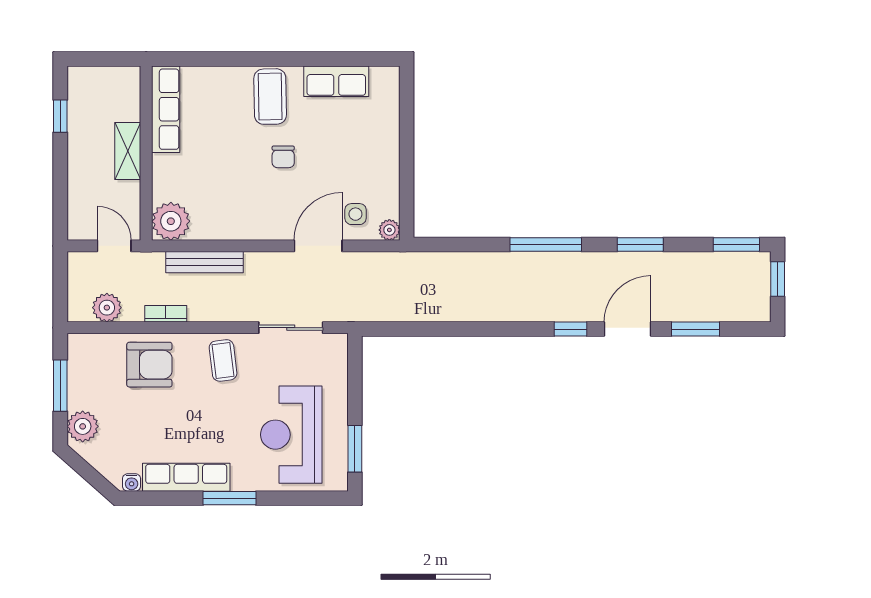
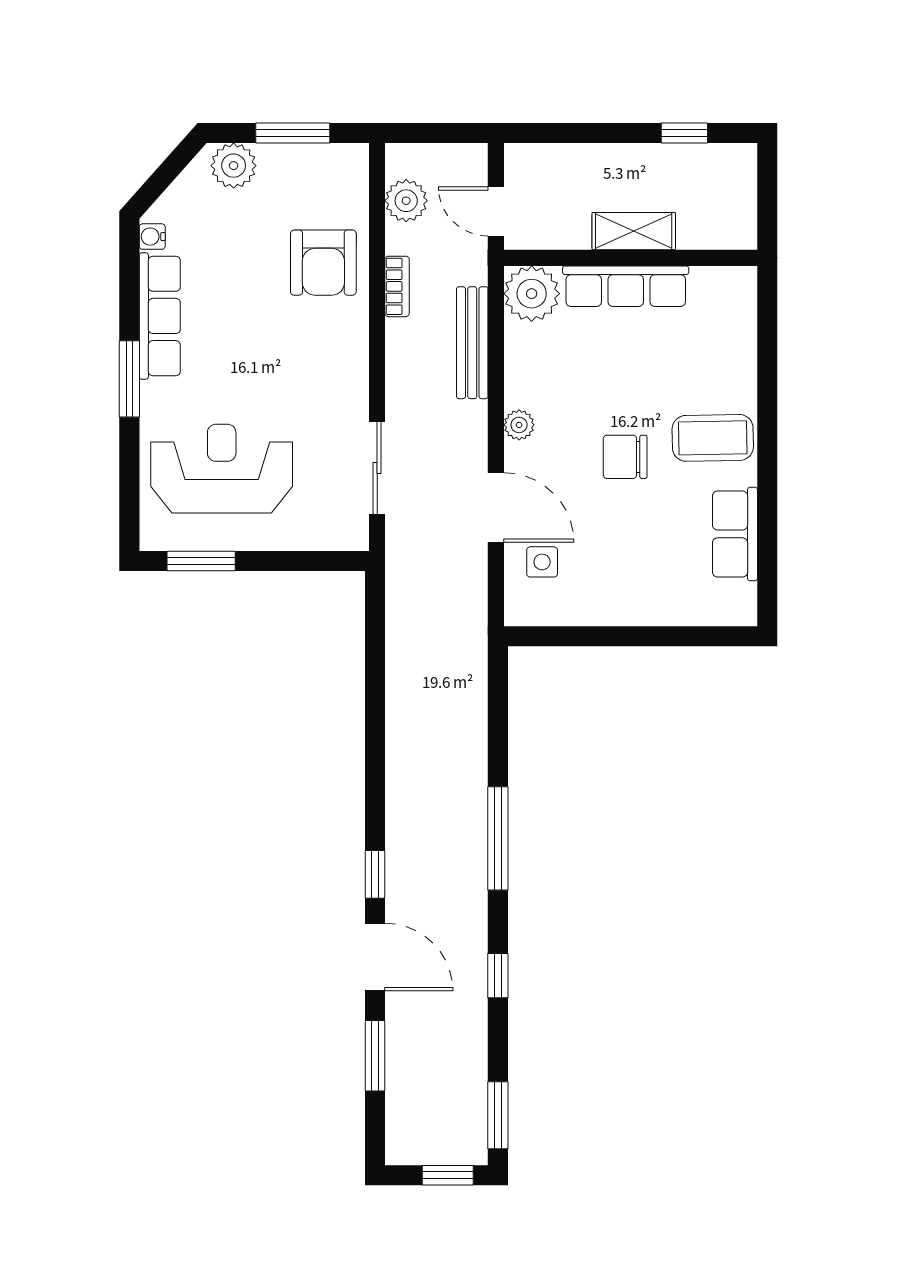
row of seats: (166, 109) -> (626, 286), moved
chair: (283, 157) -> (625, 457), width x1.37, depth x1.37
plant: (389, 230) -> (519, 425), moved
window: (640, 244) -> (498, 976), width x0.67
door: (114, 246) -> (496, 211), swing flipped
coffee table: (223, 360) -> (329, 369), removed

